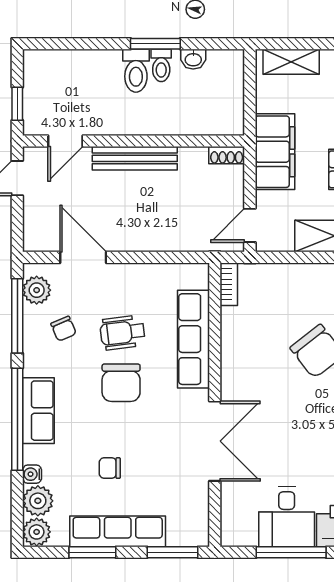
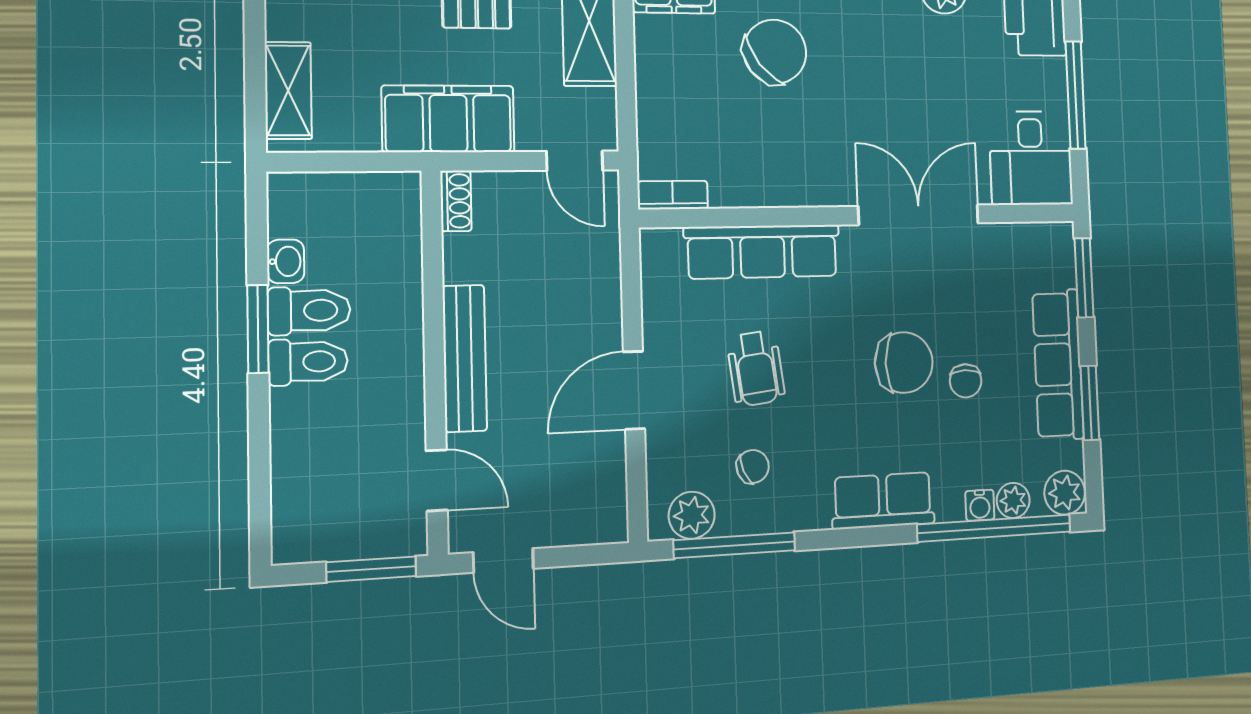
toilet: (161, 65) -> (309, 311), width x1.37, depth x1.39
window: (17, 104) -> (371, 569), width x1.50
door: (83, 257) -> (634, 390), moved
chair: (121, 383) -> (904, 363), moved
window: (17, 419) -> (994, 528), moved
plant: (38, 501) -> (1013, 500), width x0.73, depth x0.73
desk: (287, 517) -> (1031, 158), moved, turned 90

